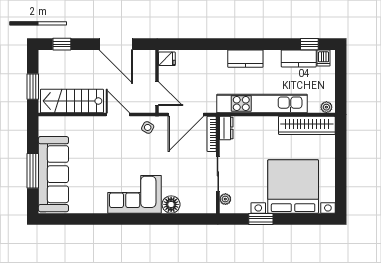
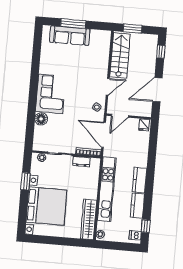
kitchen counter: (299, 58) -> (137, 206), moved
dresser: (226, 128) -> (81, 162), moved
sofa: (53, 174) -> (70, 36), width x0.74, depth x0.79

